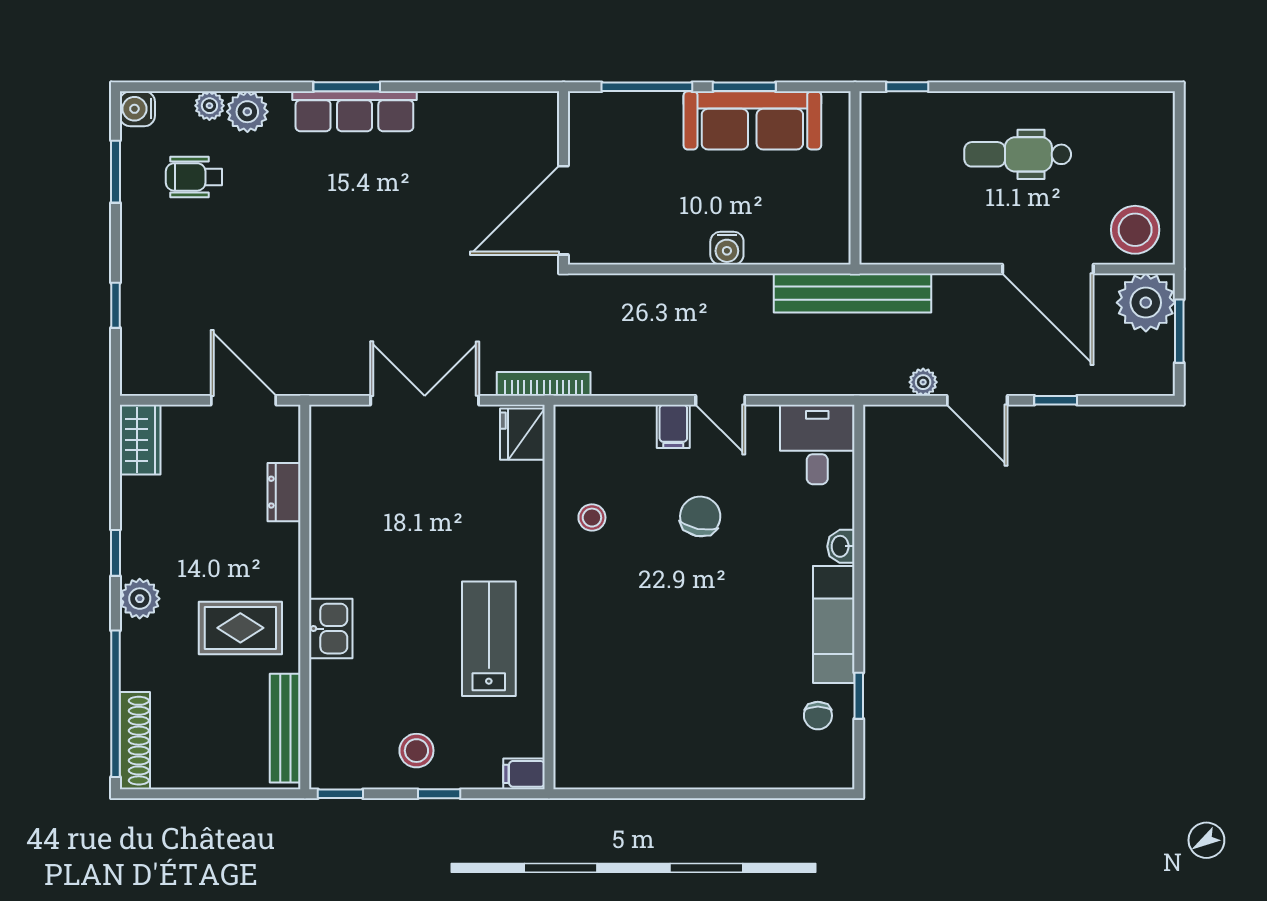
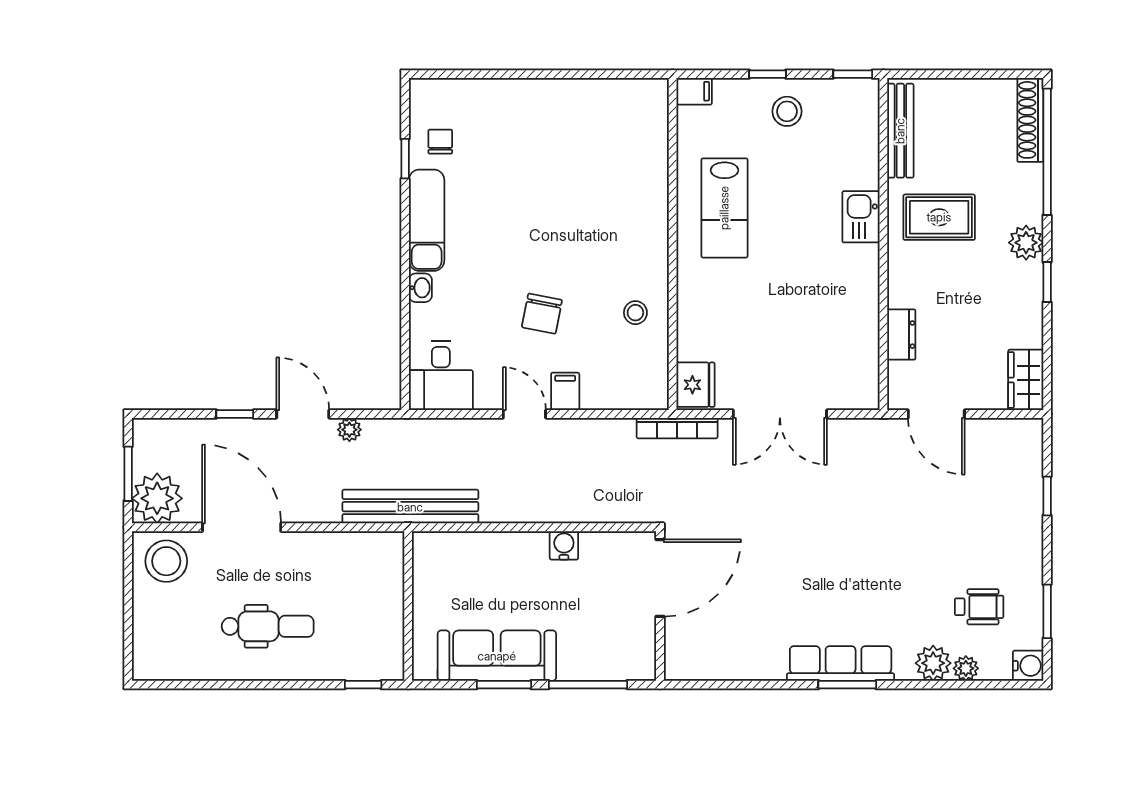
water cooler: (727, 248) -> (564, 545), moved

